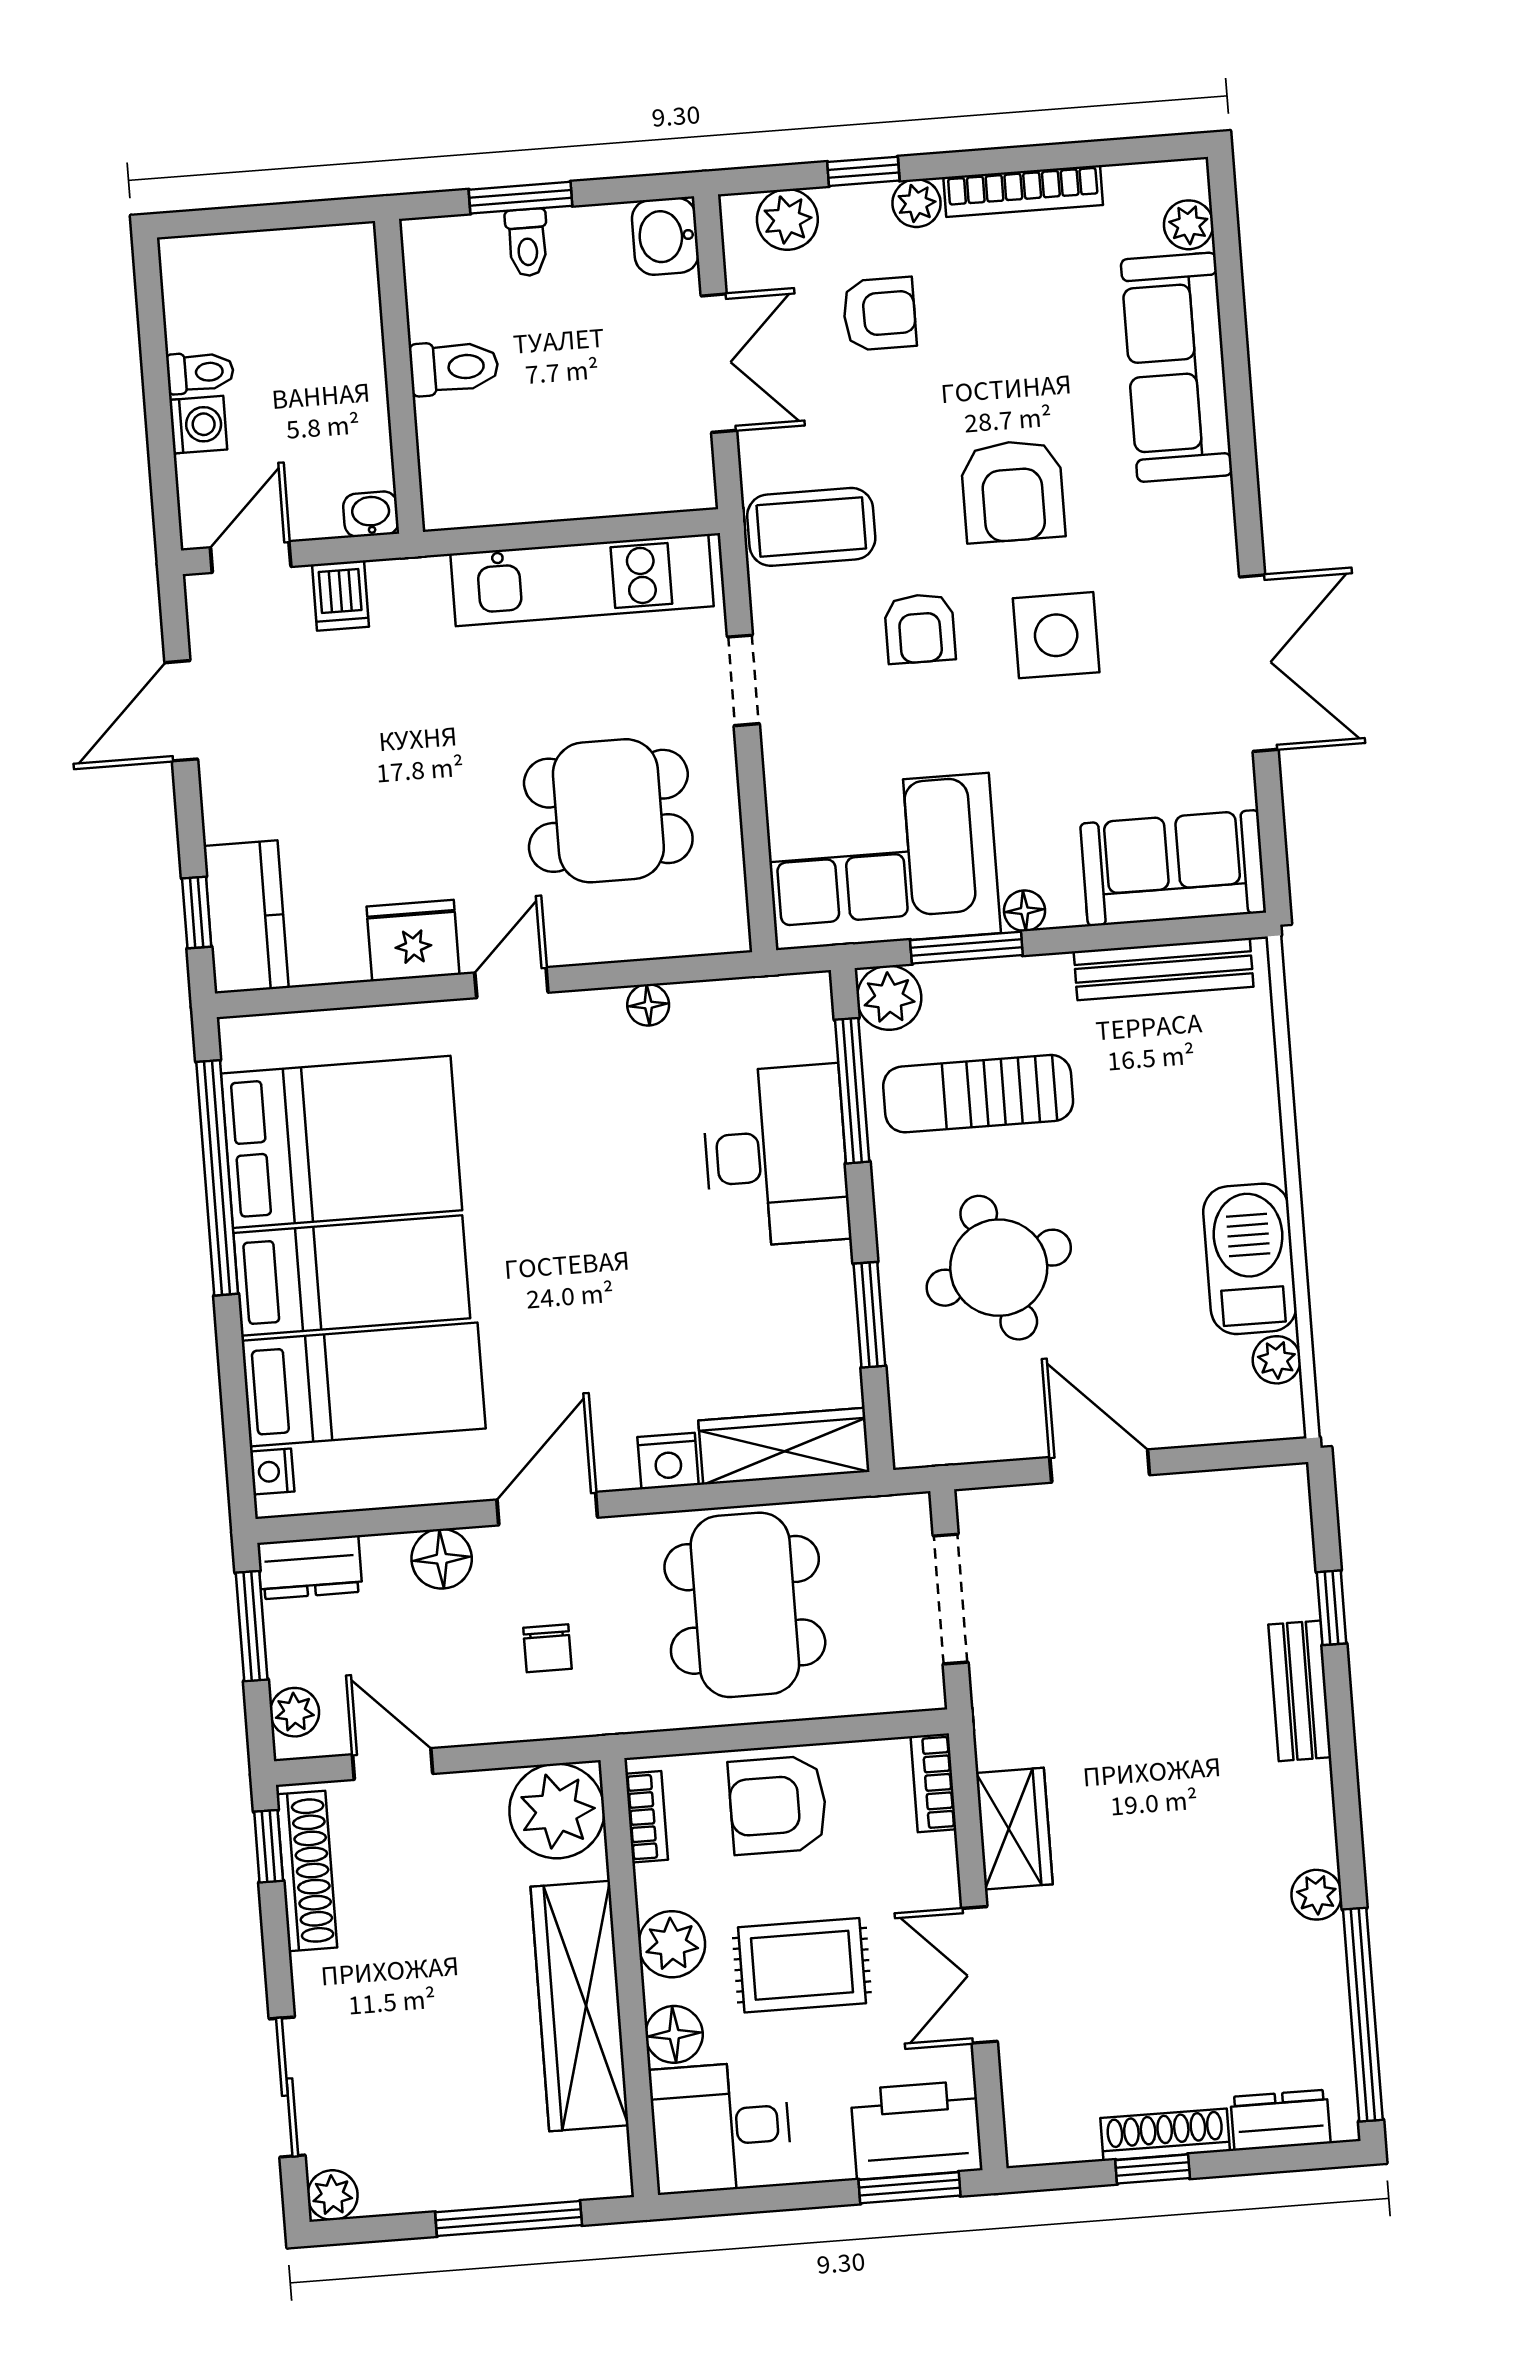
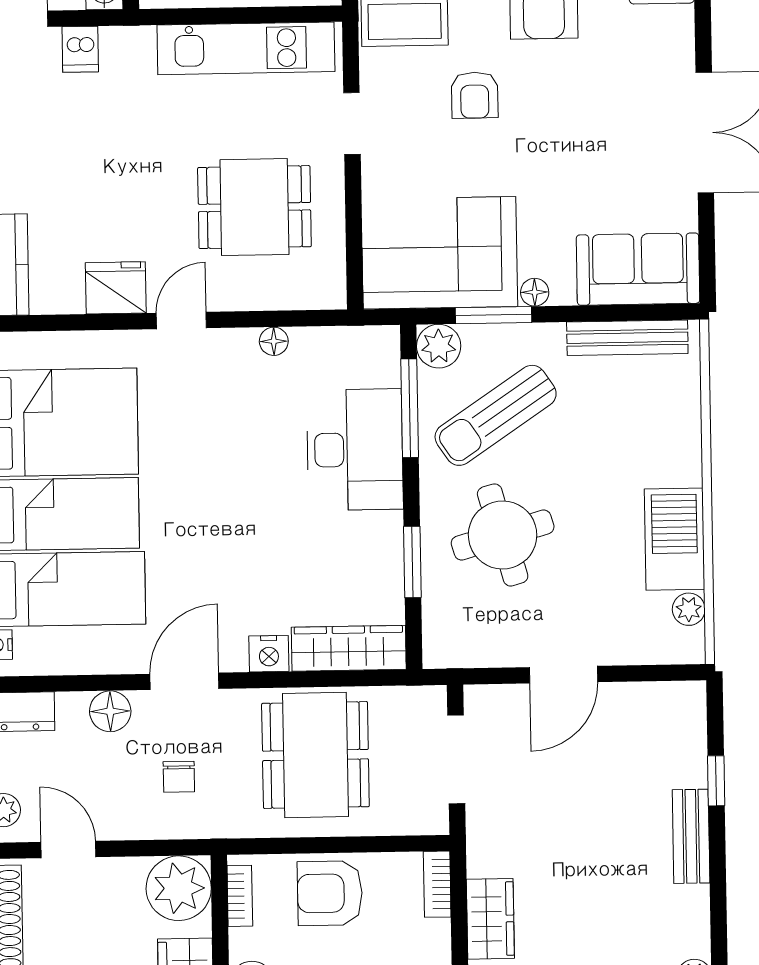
side table: (1056, 635) -> (567, 105), removed
sun lounger: (978, 1094) -> (496, 415), turned -34
door: (1100, 1466) -> (563, 675), swing flipped

